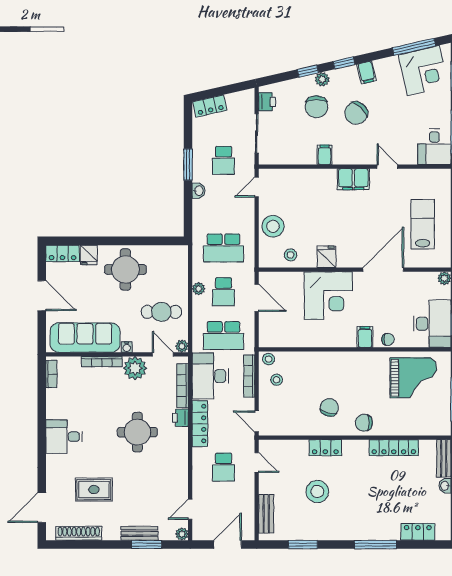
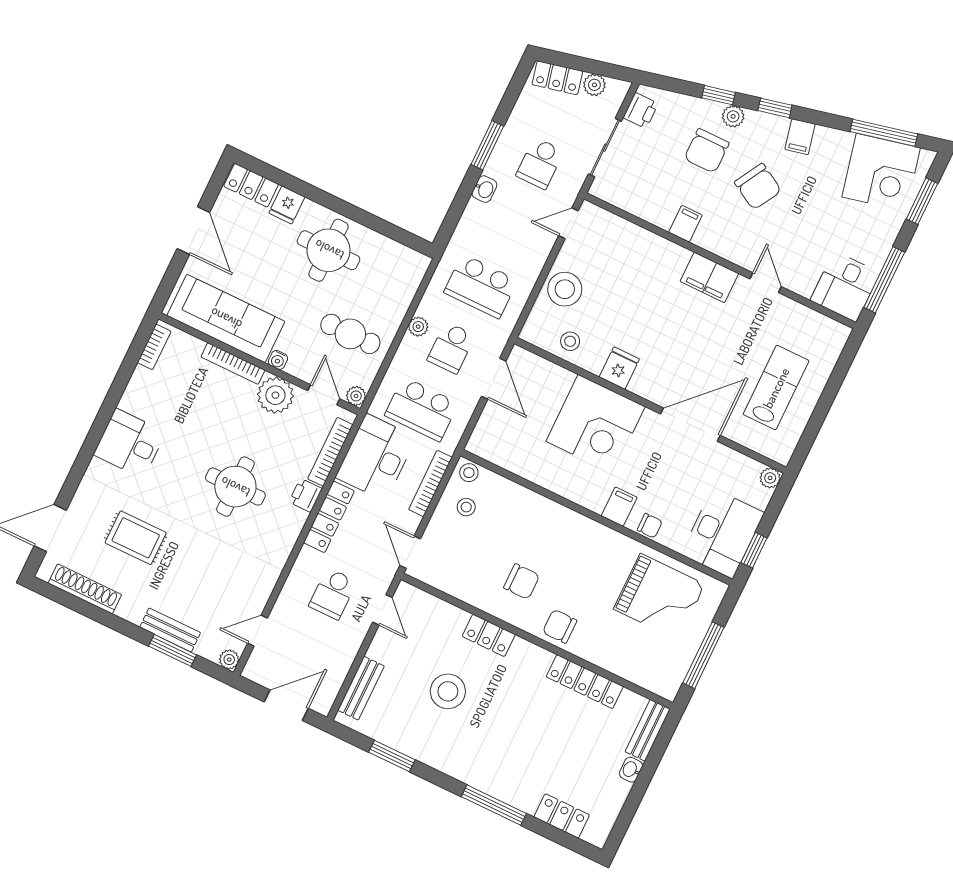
plant: (233, 100) -> (594, 85), added
chair: (356, 113) -> (758, 187), turned -103
chair: (329, 407) -> (522, 582), turned 75

